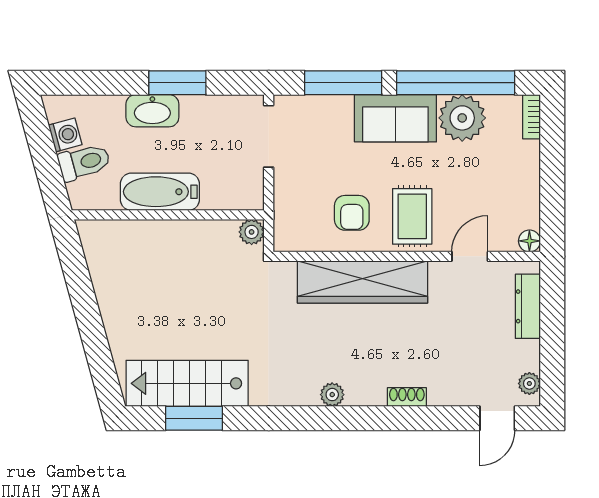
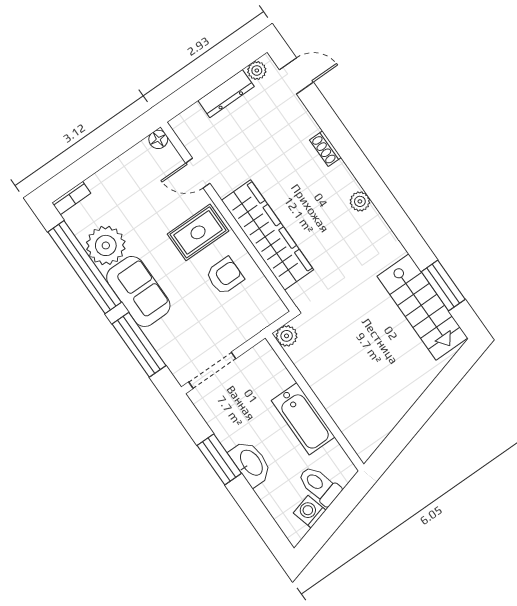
dresser: (528, 306) -> (226, 94), moved

